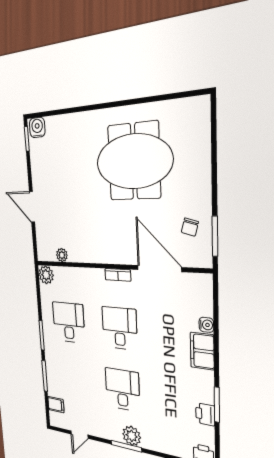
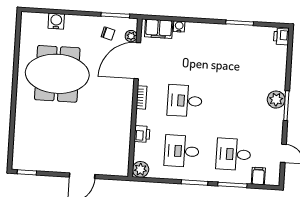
water cooler: (37, 127) -> (56, 21), moved, turned 90
meeting table: (134, 161) -> (57, 74), turned 90
plant: (62, 255) -> (131, 36), moved
filing cabinet: (202, 351) -> (159, 29), moved
desk: (122, 390) -> (233, 154), moved
printer: (205, 414) -> (142, 134), moved, turned -90

